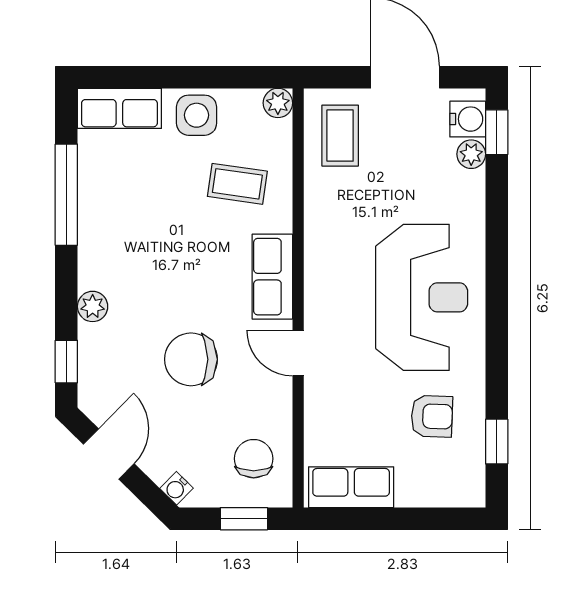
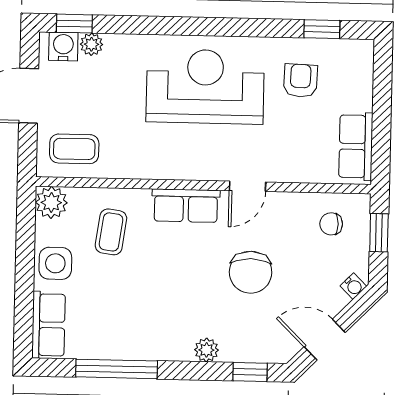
plant: (278, 103) -> (51, 203), width x1.38, depth x1.38
chair: (254, 459) -> (331, 224), width x0.73, depth x0.73

